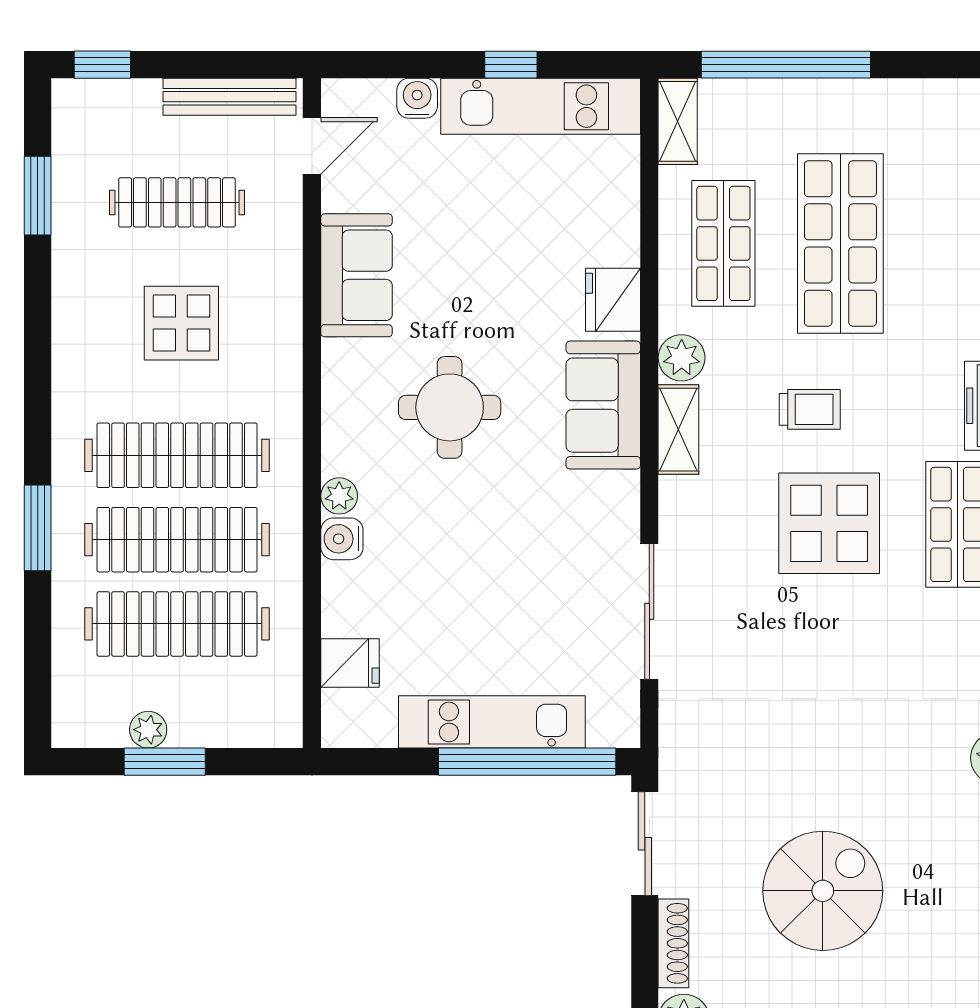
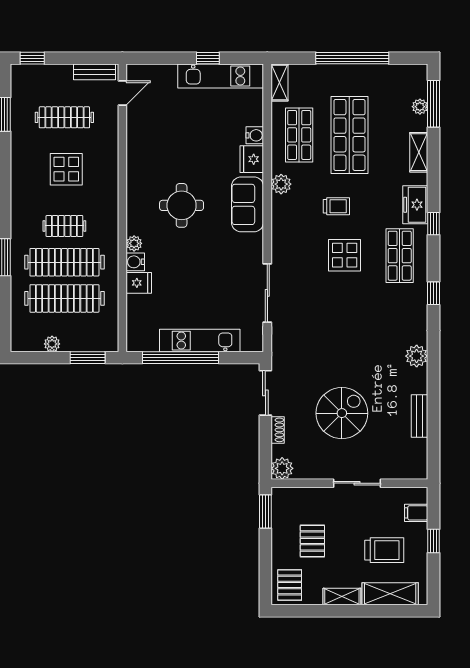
window: (786, 65) -> (352, 58), moved
bench: (230, 97) -> (95, 72), width x0.73
water cooler: (417, 98) -> (255, 135), moved, turned 90
sofa: (357, 275) -> (142, 149), removed
shelving: (678, 430) -> (280, 215), removed
clothes rail: (177, 455) -> (64, 226), width x0.54, depth x0.76
display table: (829, 523) -> (345, 255), width x0.73, depth x0.73
fridge: (350, 663) -> (139, 283), moved
window: (165, 762) -> (88, 358), moved
window: (527, 762) -> (181, 358), moved
shoe rack: (673, 943) -> (278, 430), width x0.70

